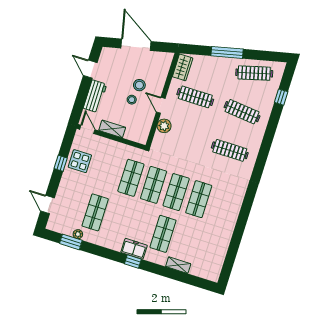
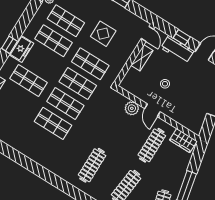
stool: (139, 85) -> (177, 95), removed
window: (82, 95) -> (182, 37), added
door: (161, 105) -> (152, 110), swing flipped
door: (87, 129) -> (147, 34), hinge flipped
display table: (80, 161) -> (103, 34), moved
shop shelf: (118, 220) -> (53, 41), added

